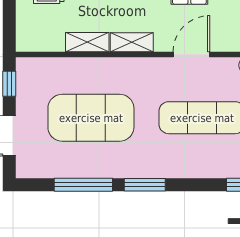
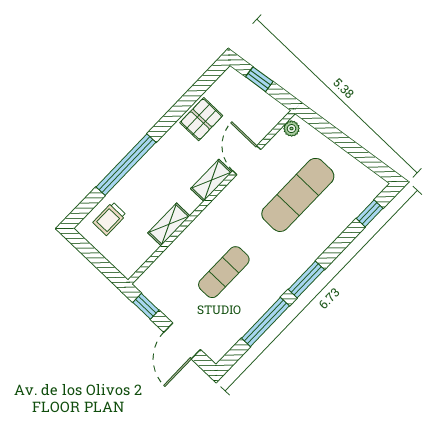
shelving: (132, 42) -> (211, 180), moved
exercise mat: (91, 118) -> (224, 272), width x0.50, depth x0.69

